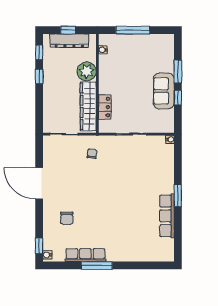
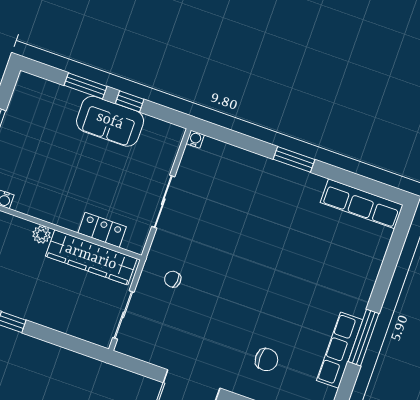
plant: (87, 71) -> (42, 235), width x0.53, depth x0.53
row of seats: (167, 216) -> (362, 204), moved

